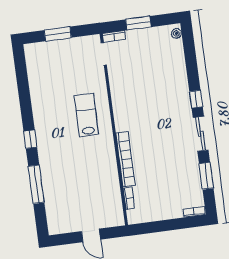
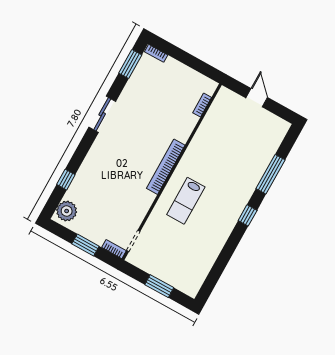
plant: (176, 33) -> (67, 211), width x1.87, depth x1.87
window: (196, 99) -> (66, 180), moved
bookcase: (125, 159) -> (166, 167), moved
window: (206, 176) -> (130, 64), moved

